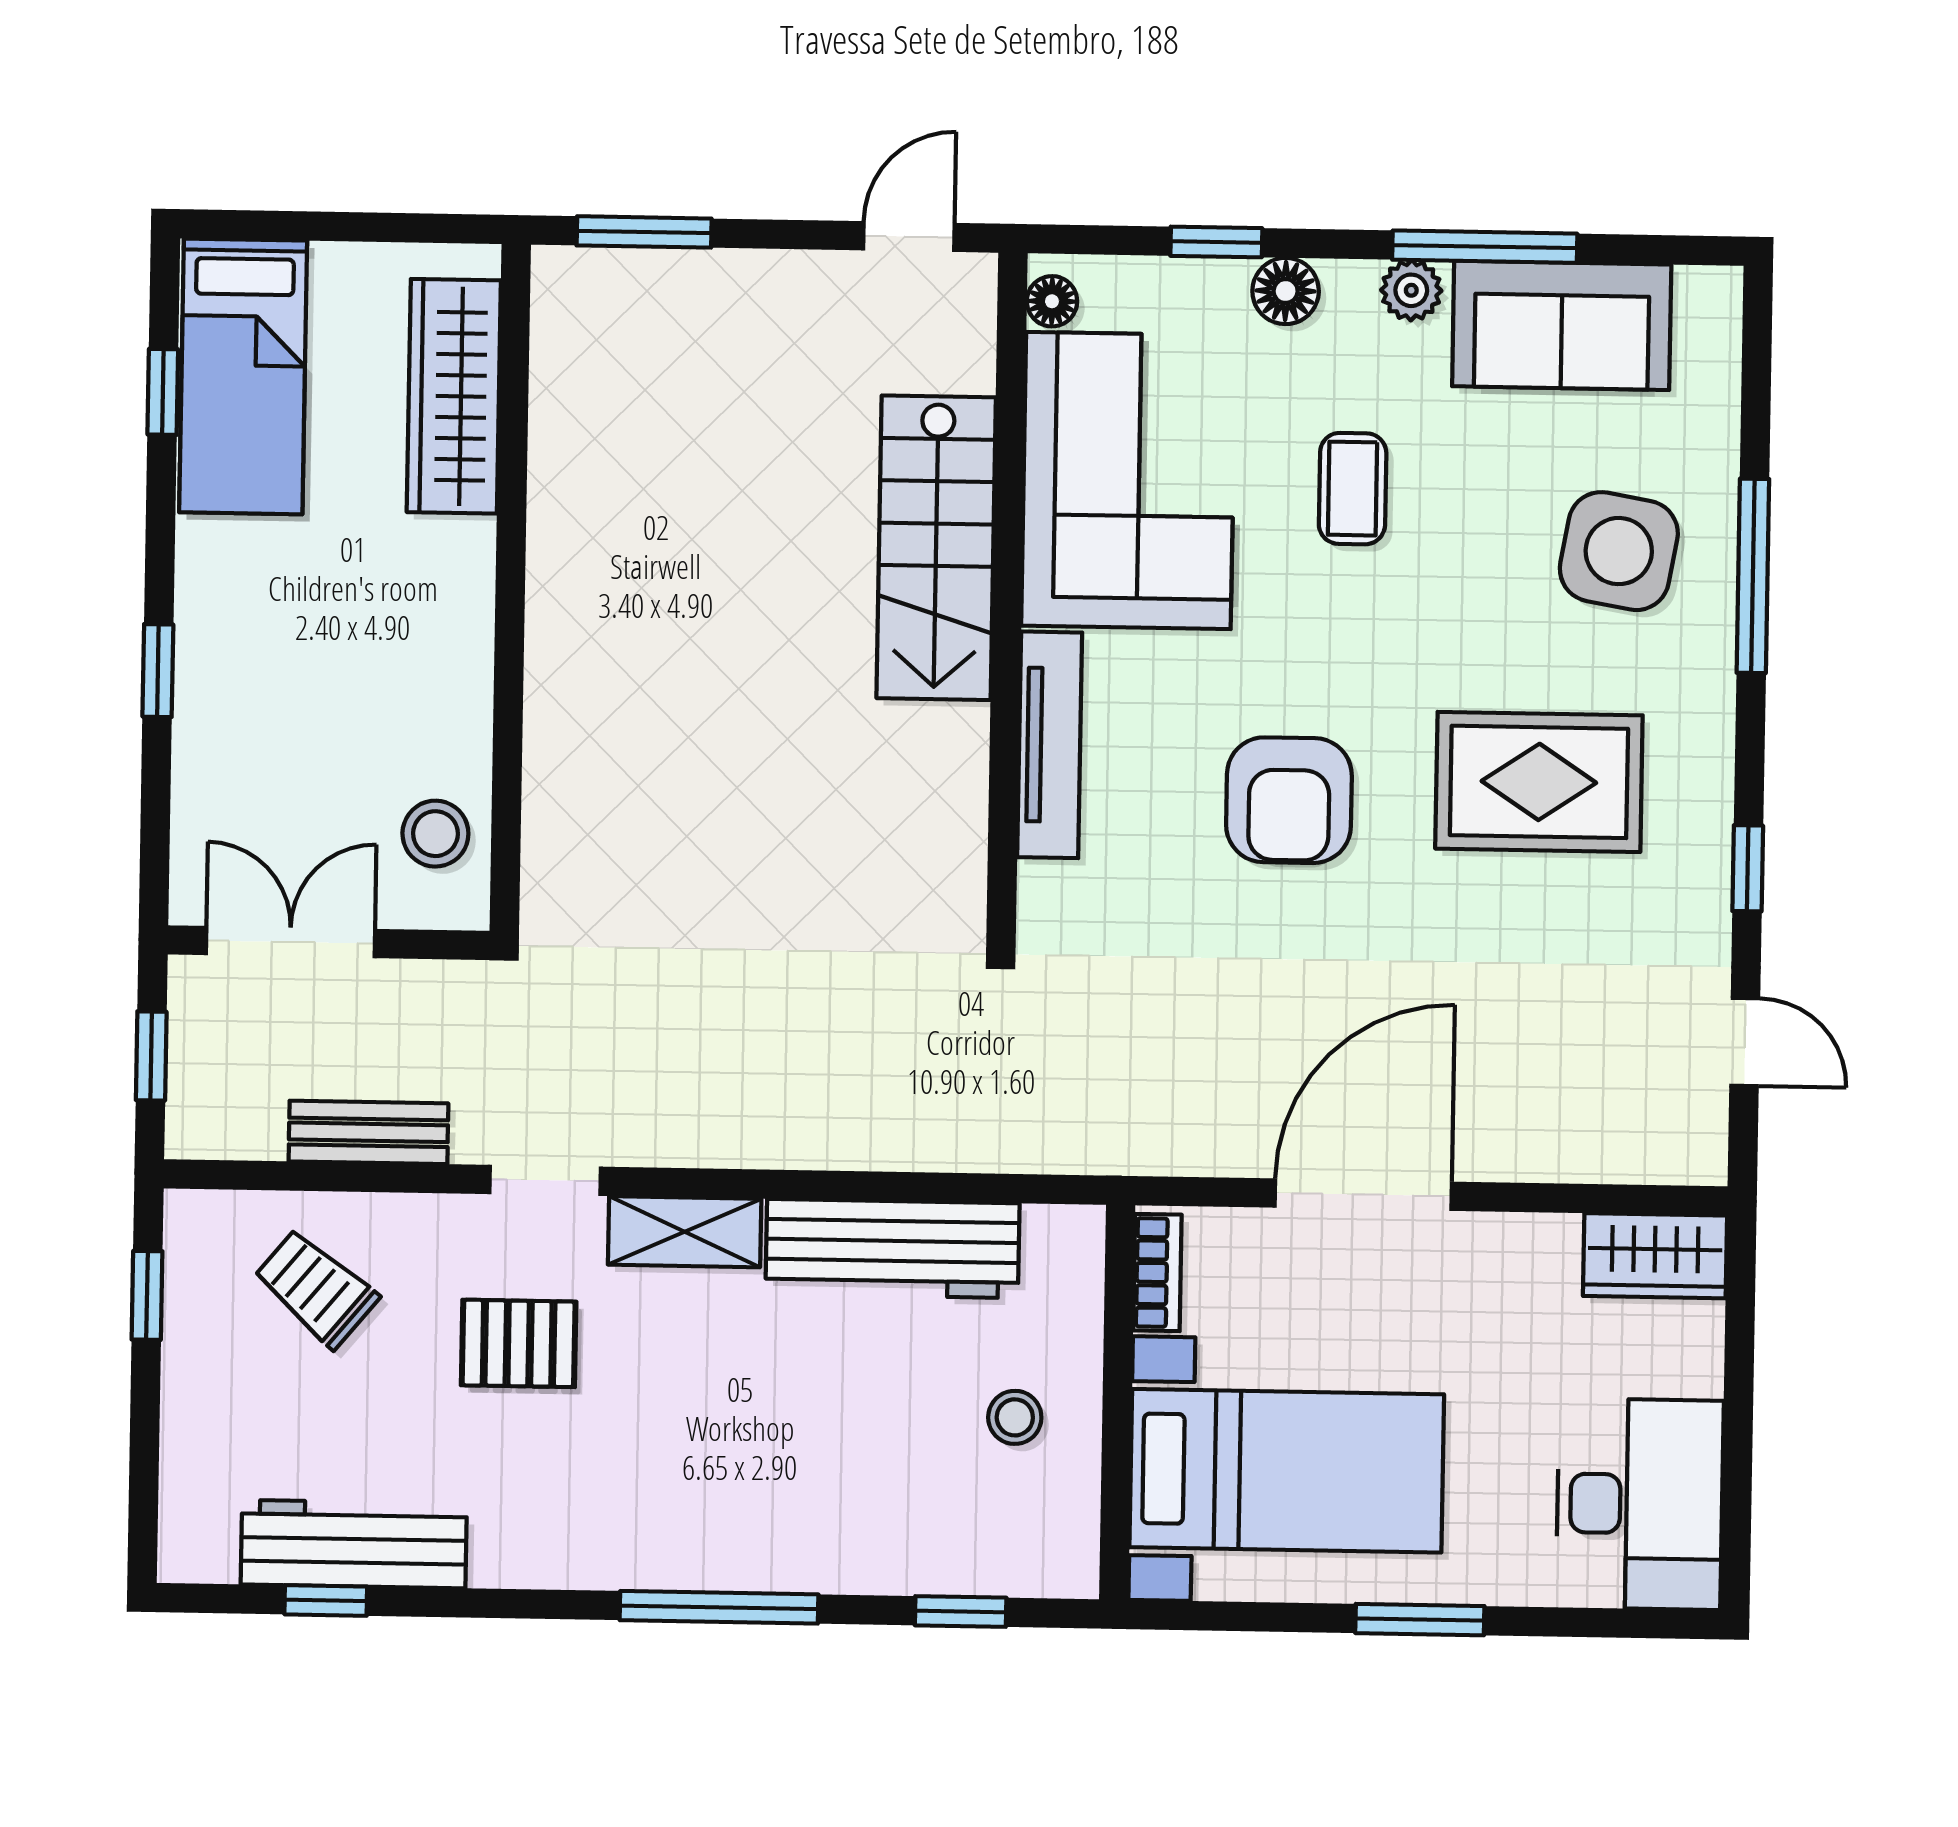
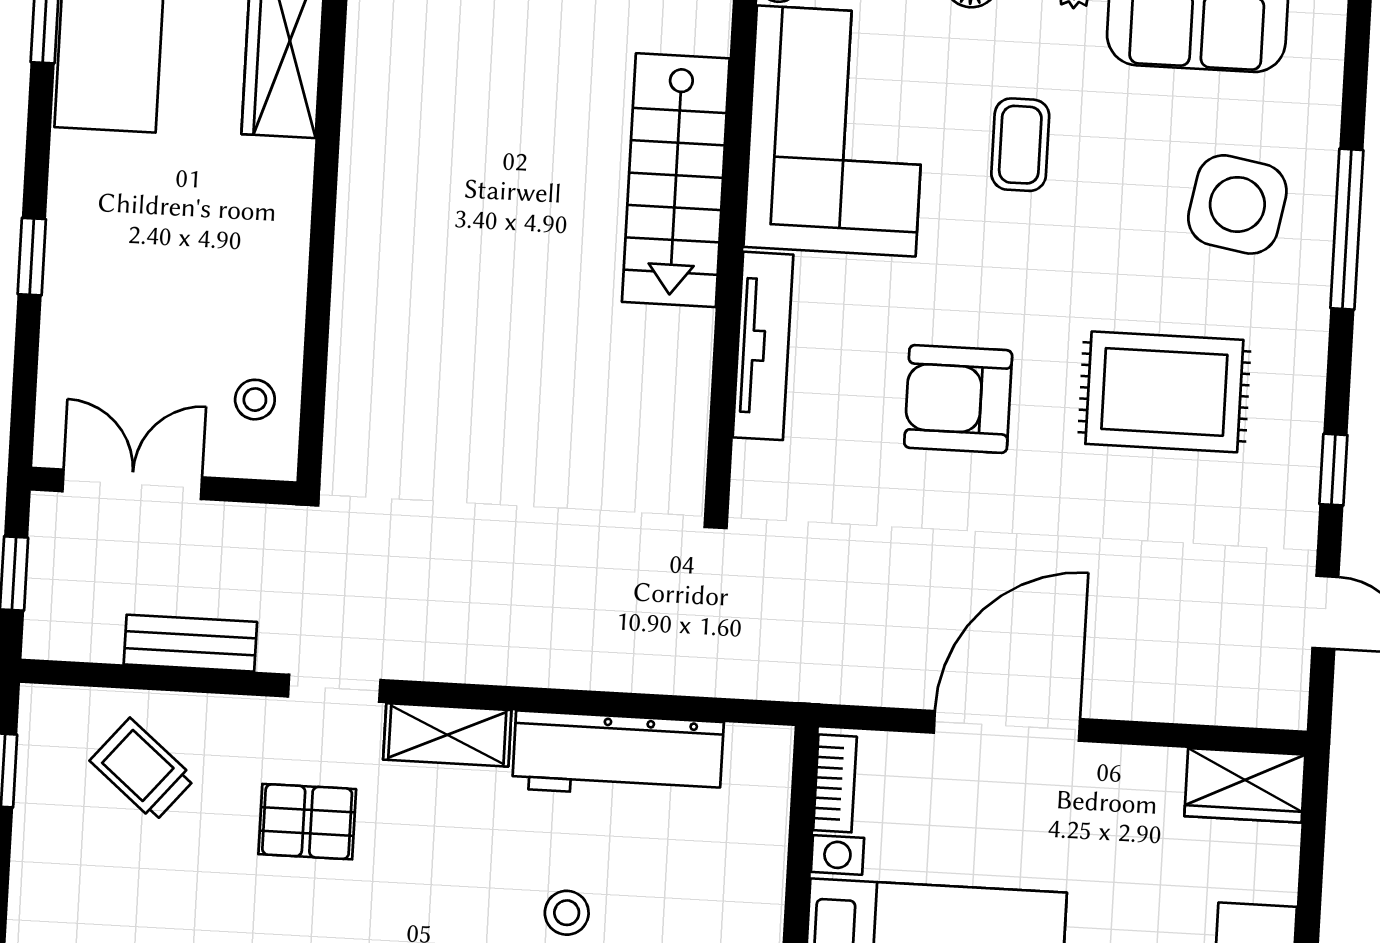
armchair: (1289, 800) -> (958, 399), turned 90
stool: (435, 834) -> (255, 400), width x0.73, depth x0.73
stool: (1015, 1417) -> (567, 913), moved

